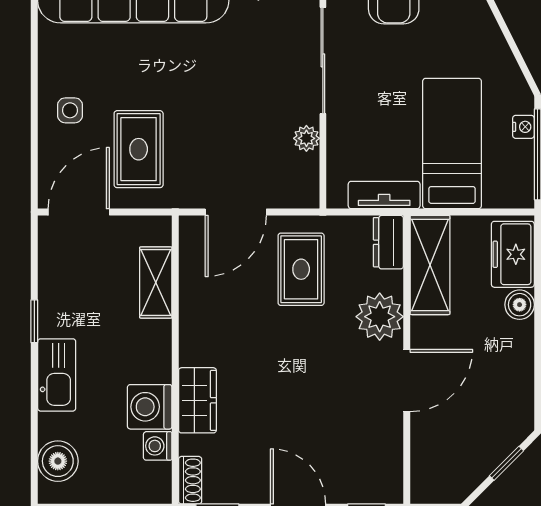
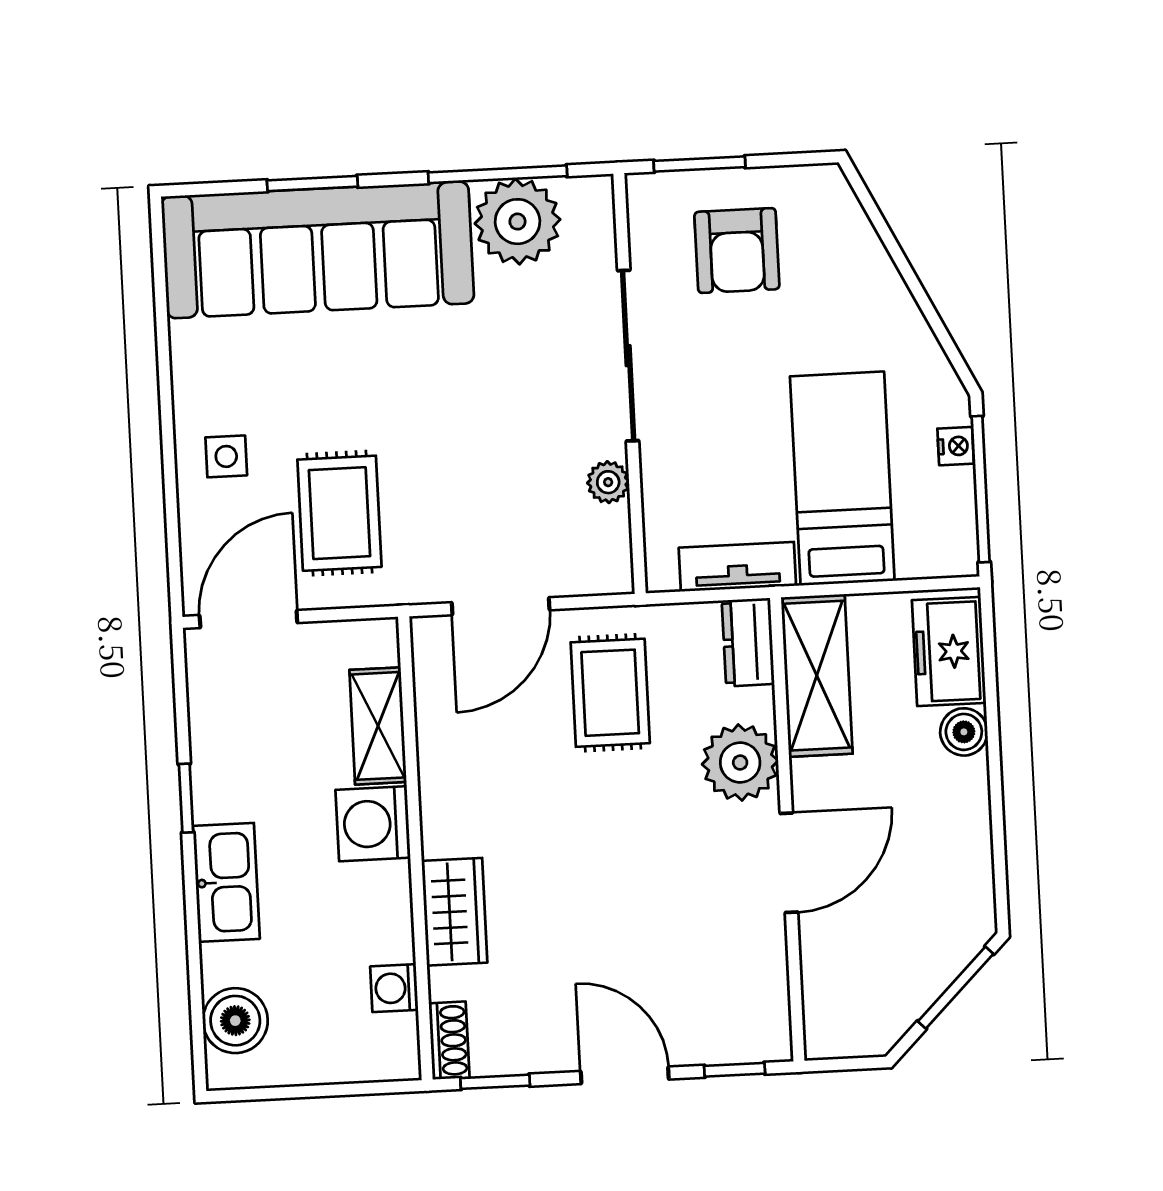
washing machine: (150, 407) -> (373, 824), moved
window: (506, 463) -> (956, 988), width x1.50

